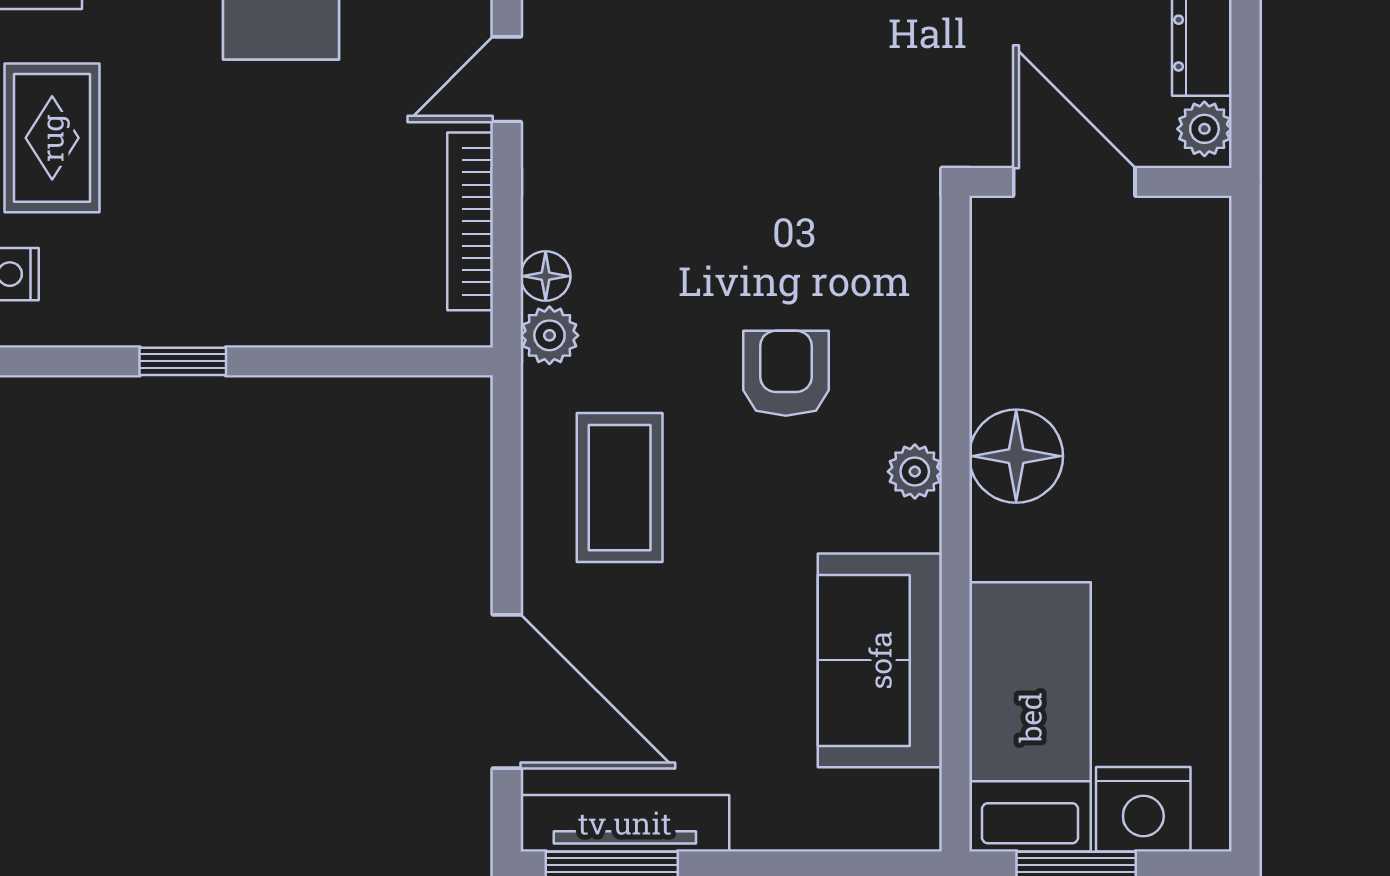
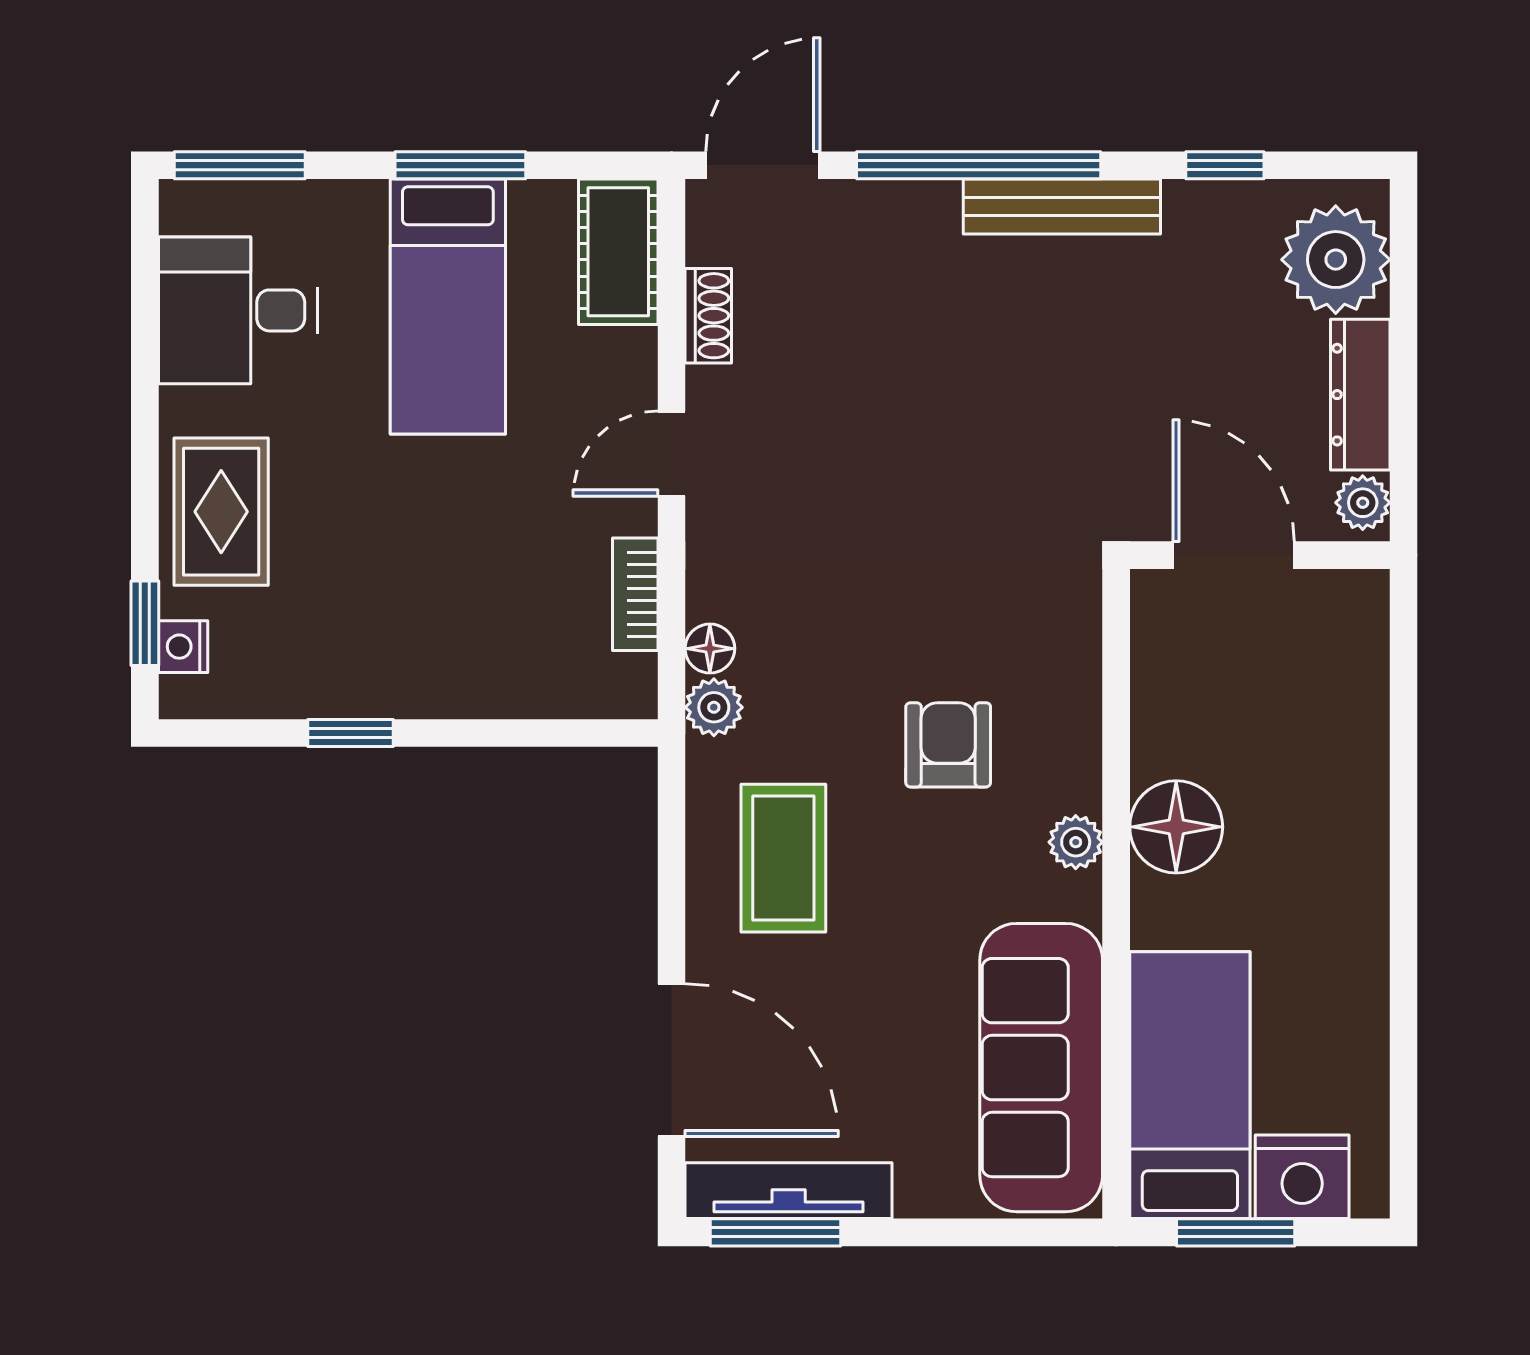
bookcase: (470, 221) -> (635, 594), width x0.64
sofa: (880, 660) -> (1041, 1068), width x1.36

